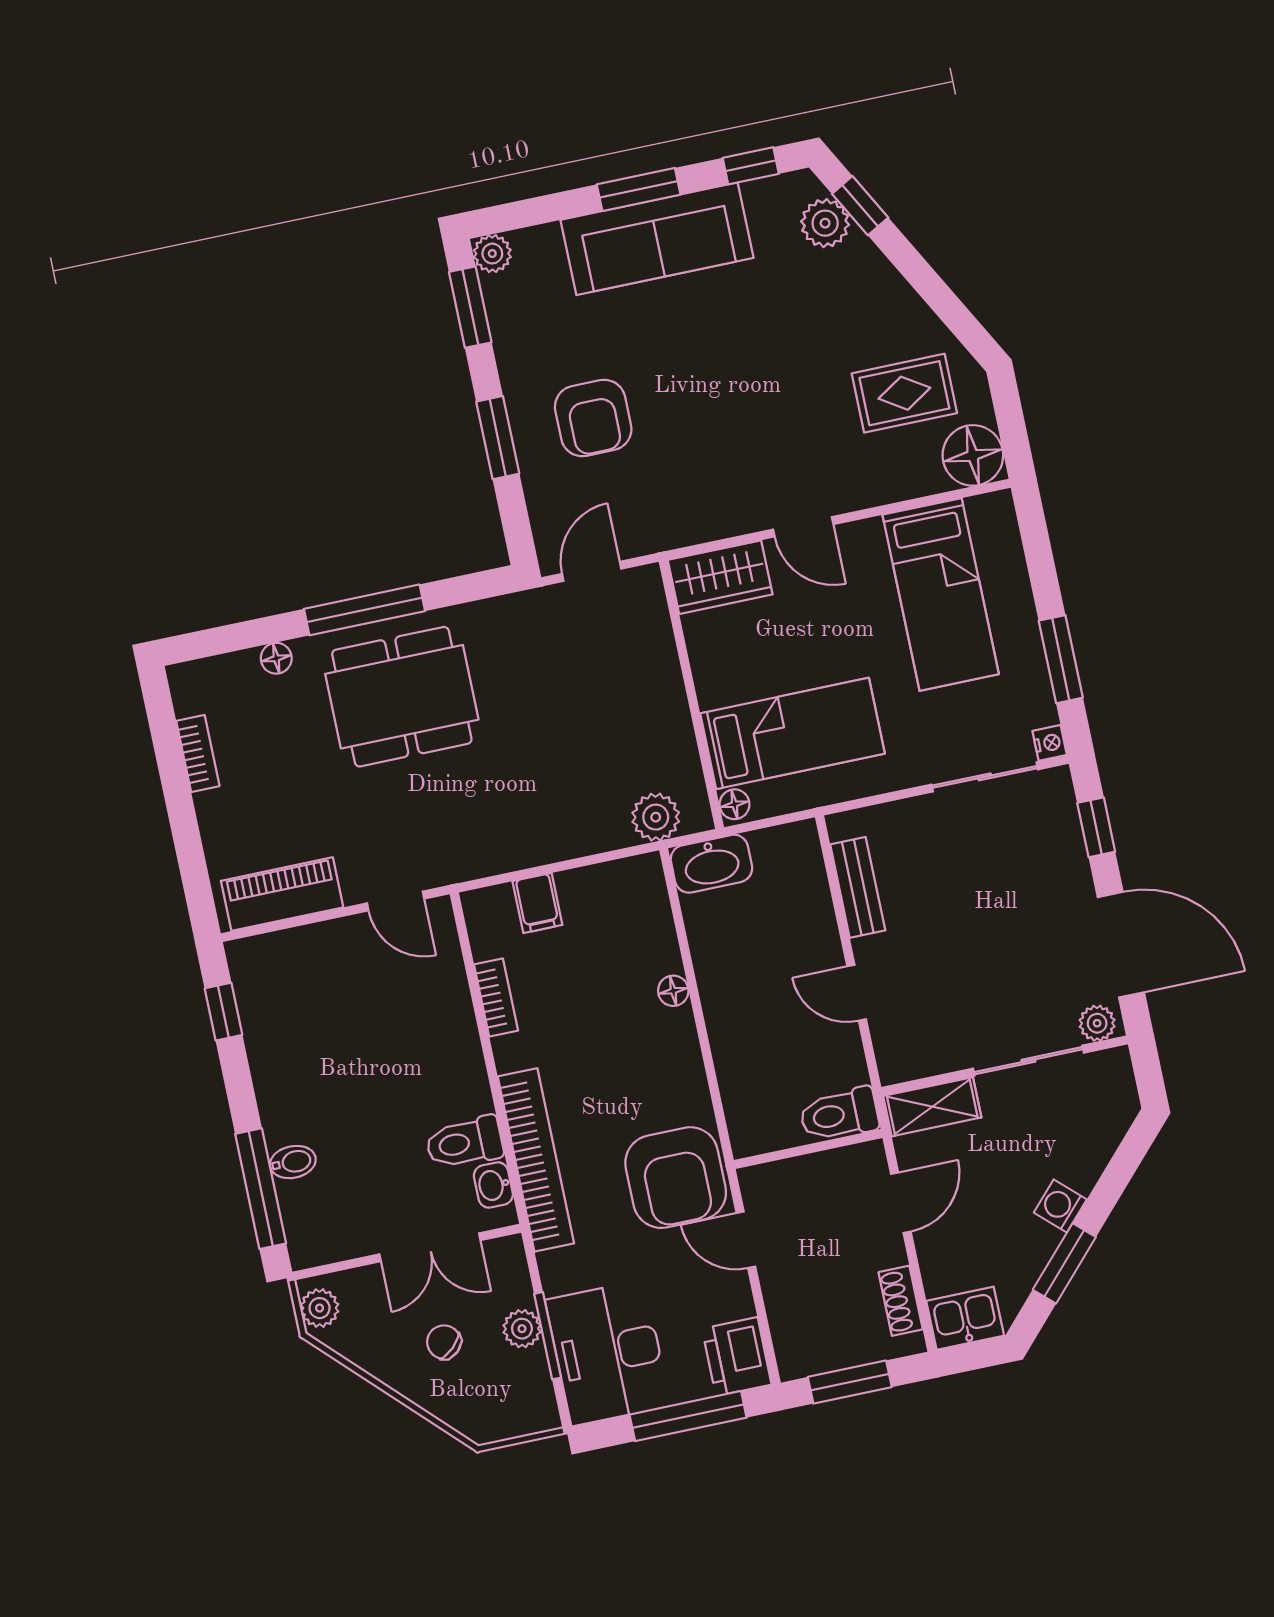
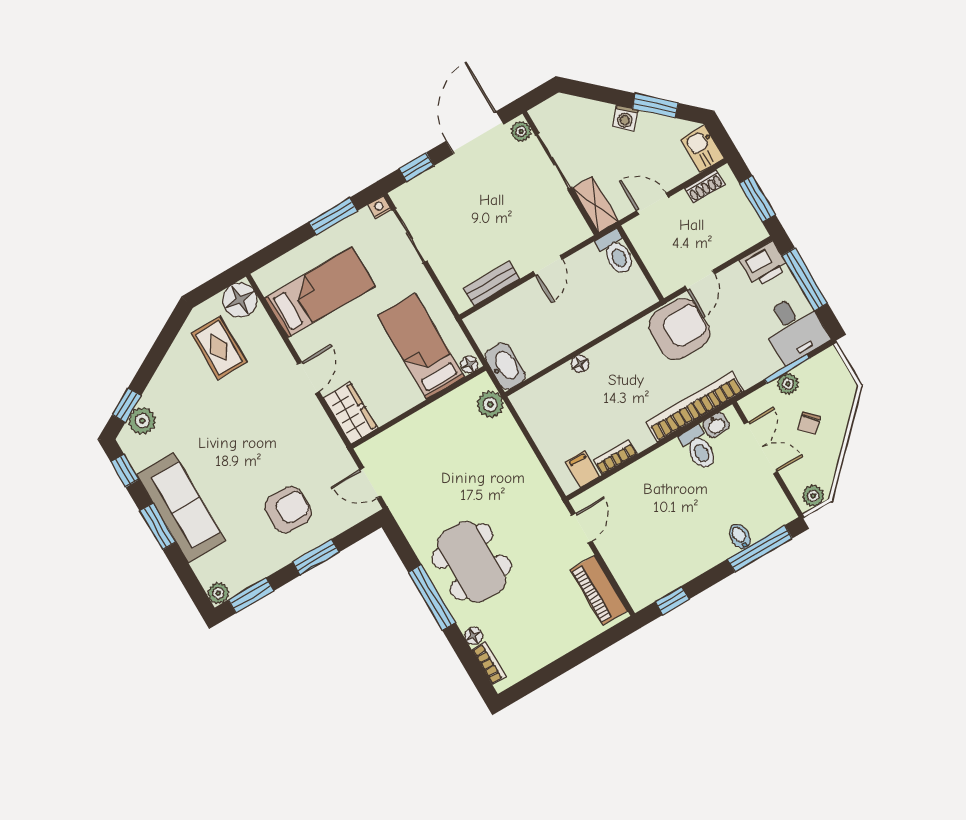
bookcase: (198, 753) -> (489, 663), moved, turned 90
filing cabinet: (537, 903) -> (583, 469), moved, turned -90
desk: (608, 1353) -> (794, 329), width x0.73

